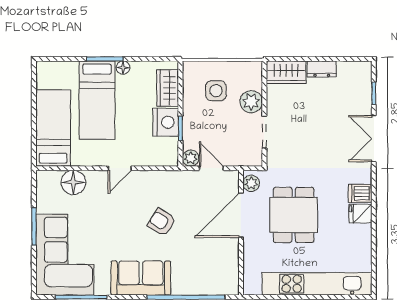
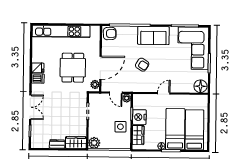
side table: (216, 91) -> (120, 127), moved
plant: (251, 102) -> (94, 143), moved
bed: (53, 128) -> (194, 130), moved, turned 180
floor lamp: (73, 182) -> (200, 86), moved
armchair: (224, 281) -> (110, 34), added

